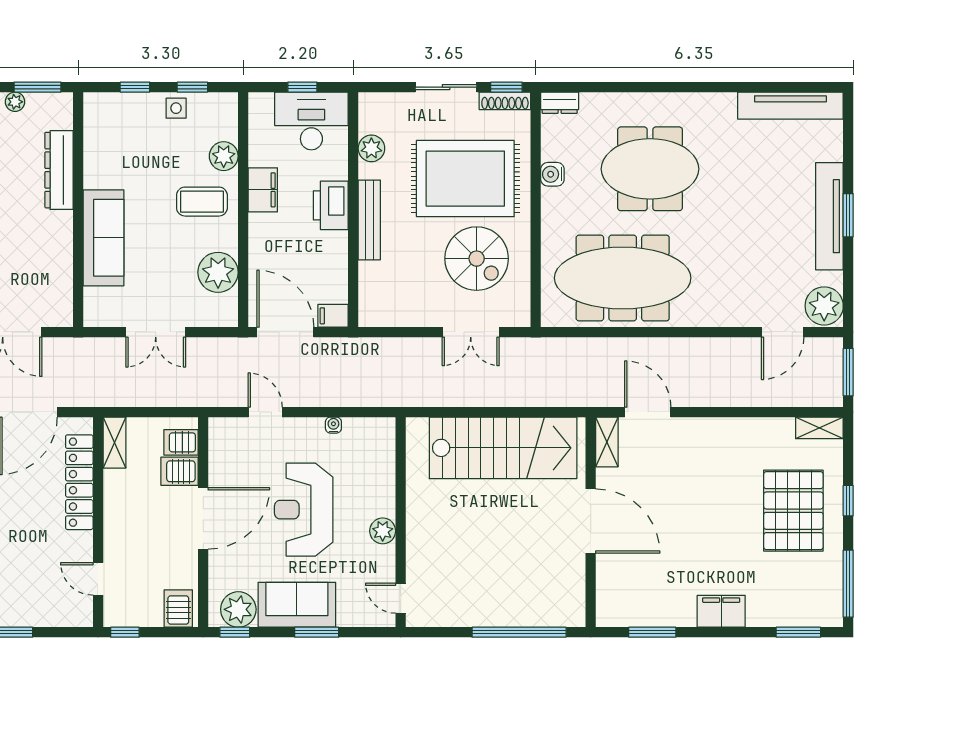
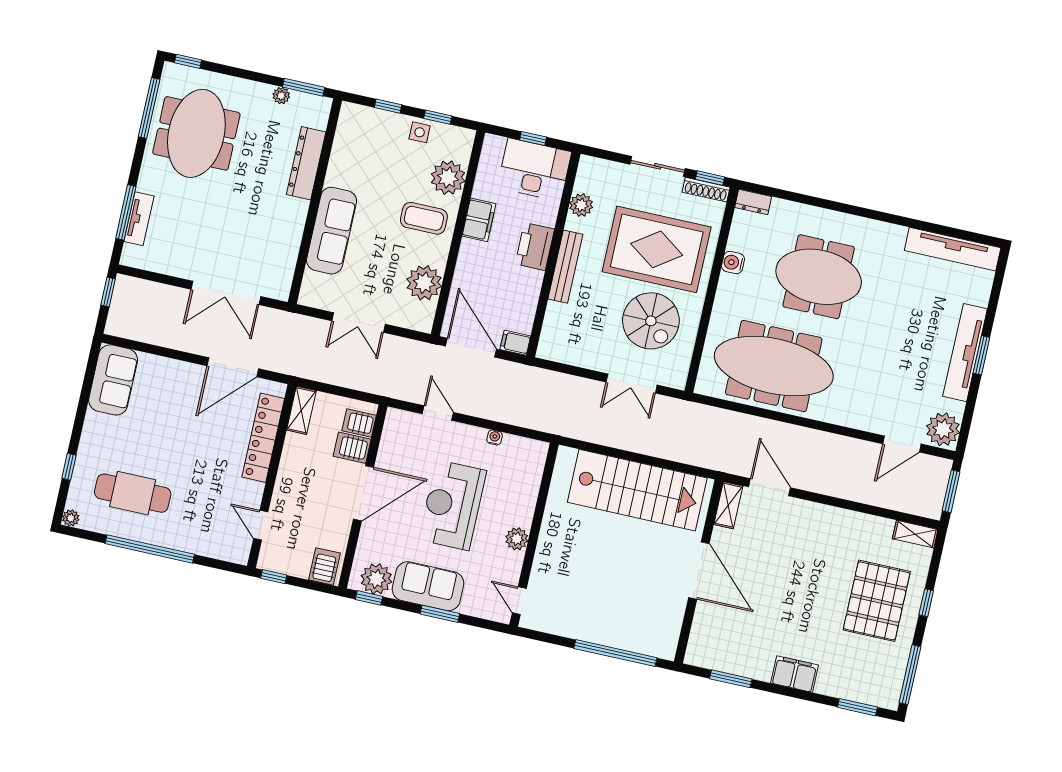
plant: (224, 156) -> (448, 178), width x1.36, depth x1.36

